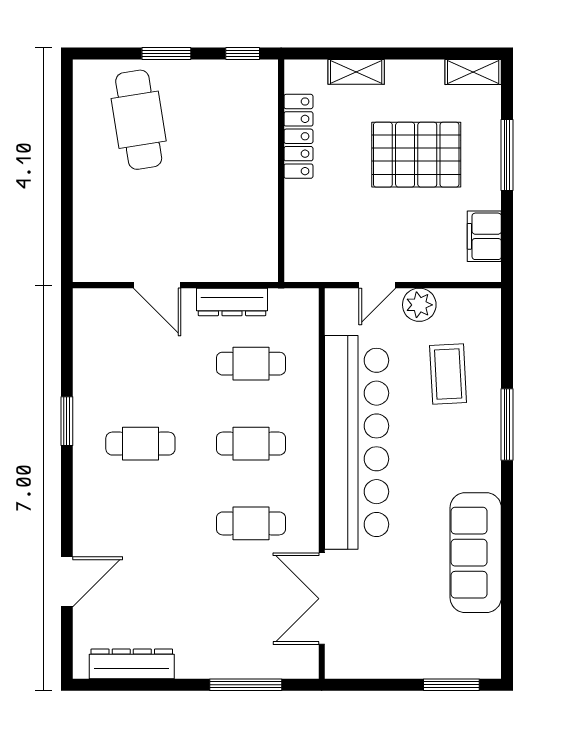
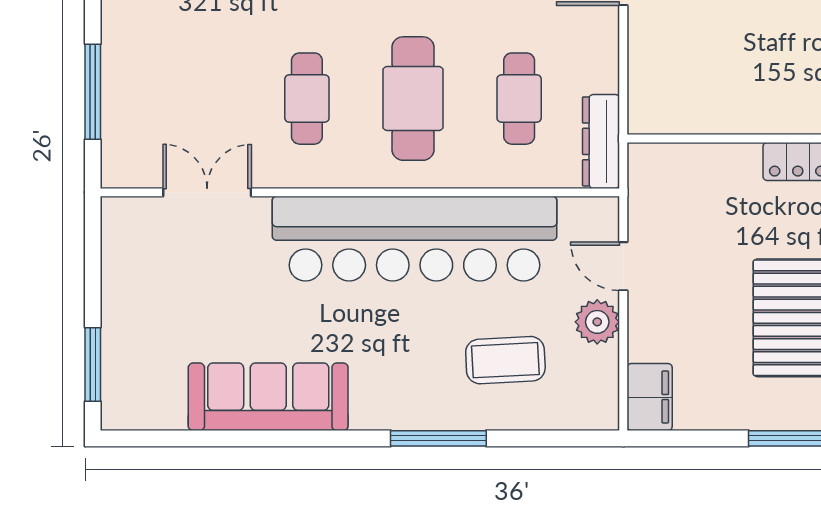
filing cabinet: (484, 236) -> (650, 397), moved, turned 90
dresser: (232, 302) -> (601, 141), moved
cafe table: (251, 444) -> (413, 99), width x1.37, depth x1.35
double door: (322, 599) -> (207, 192), width x0.73

